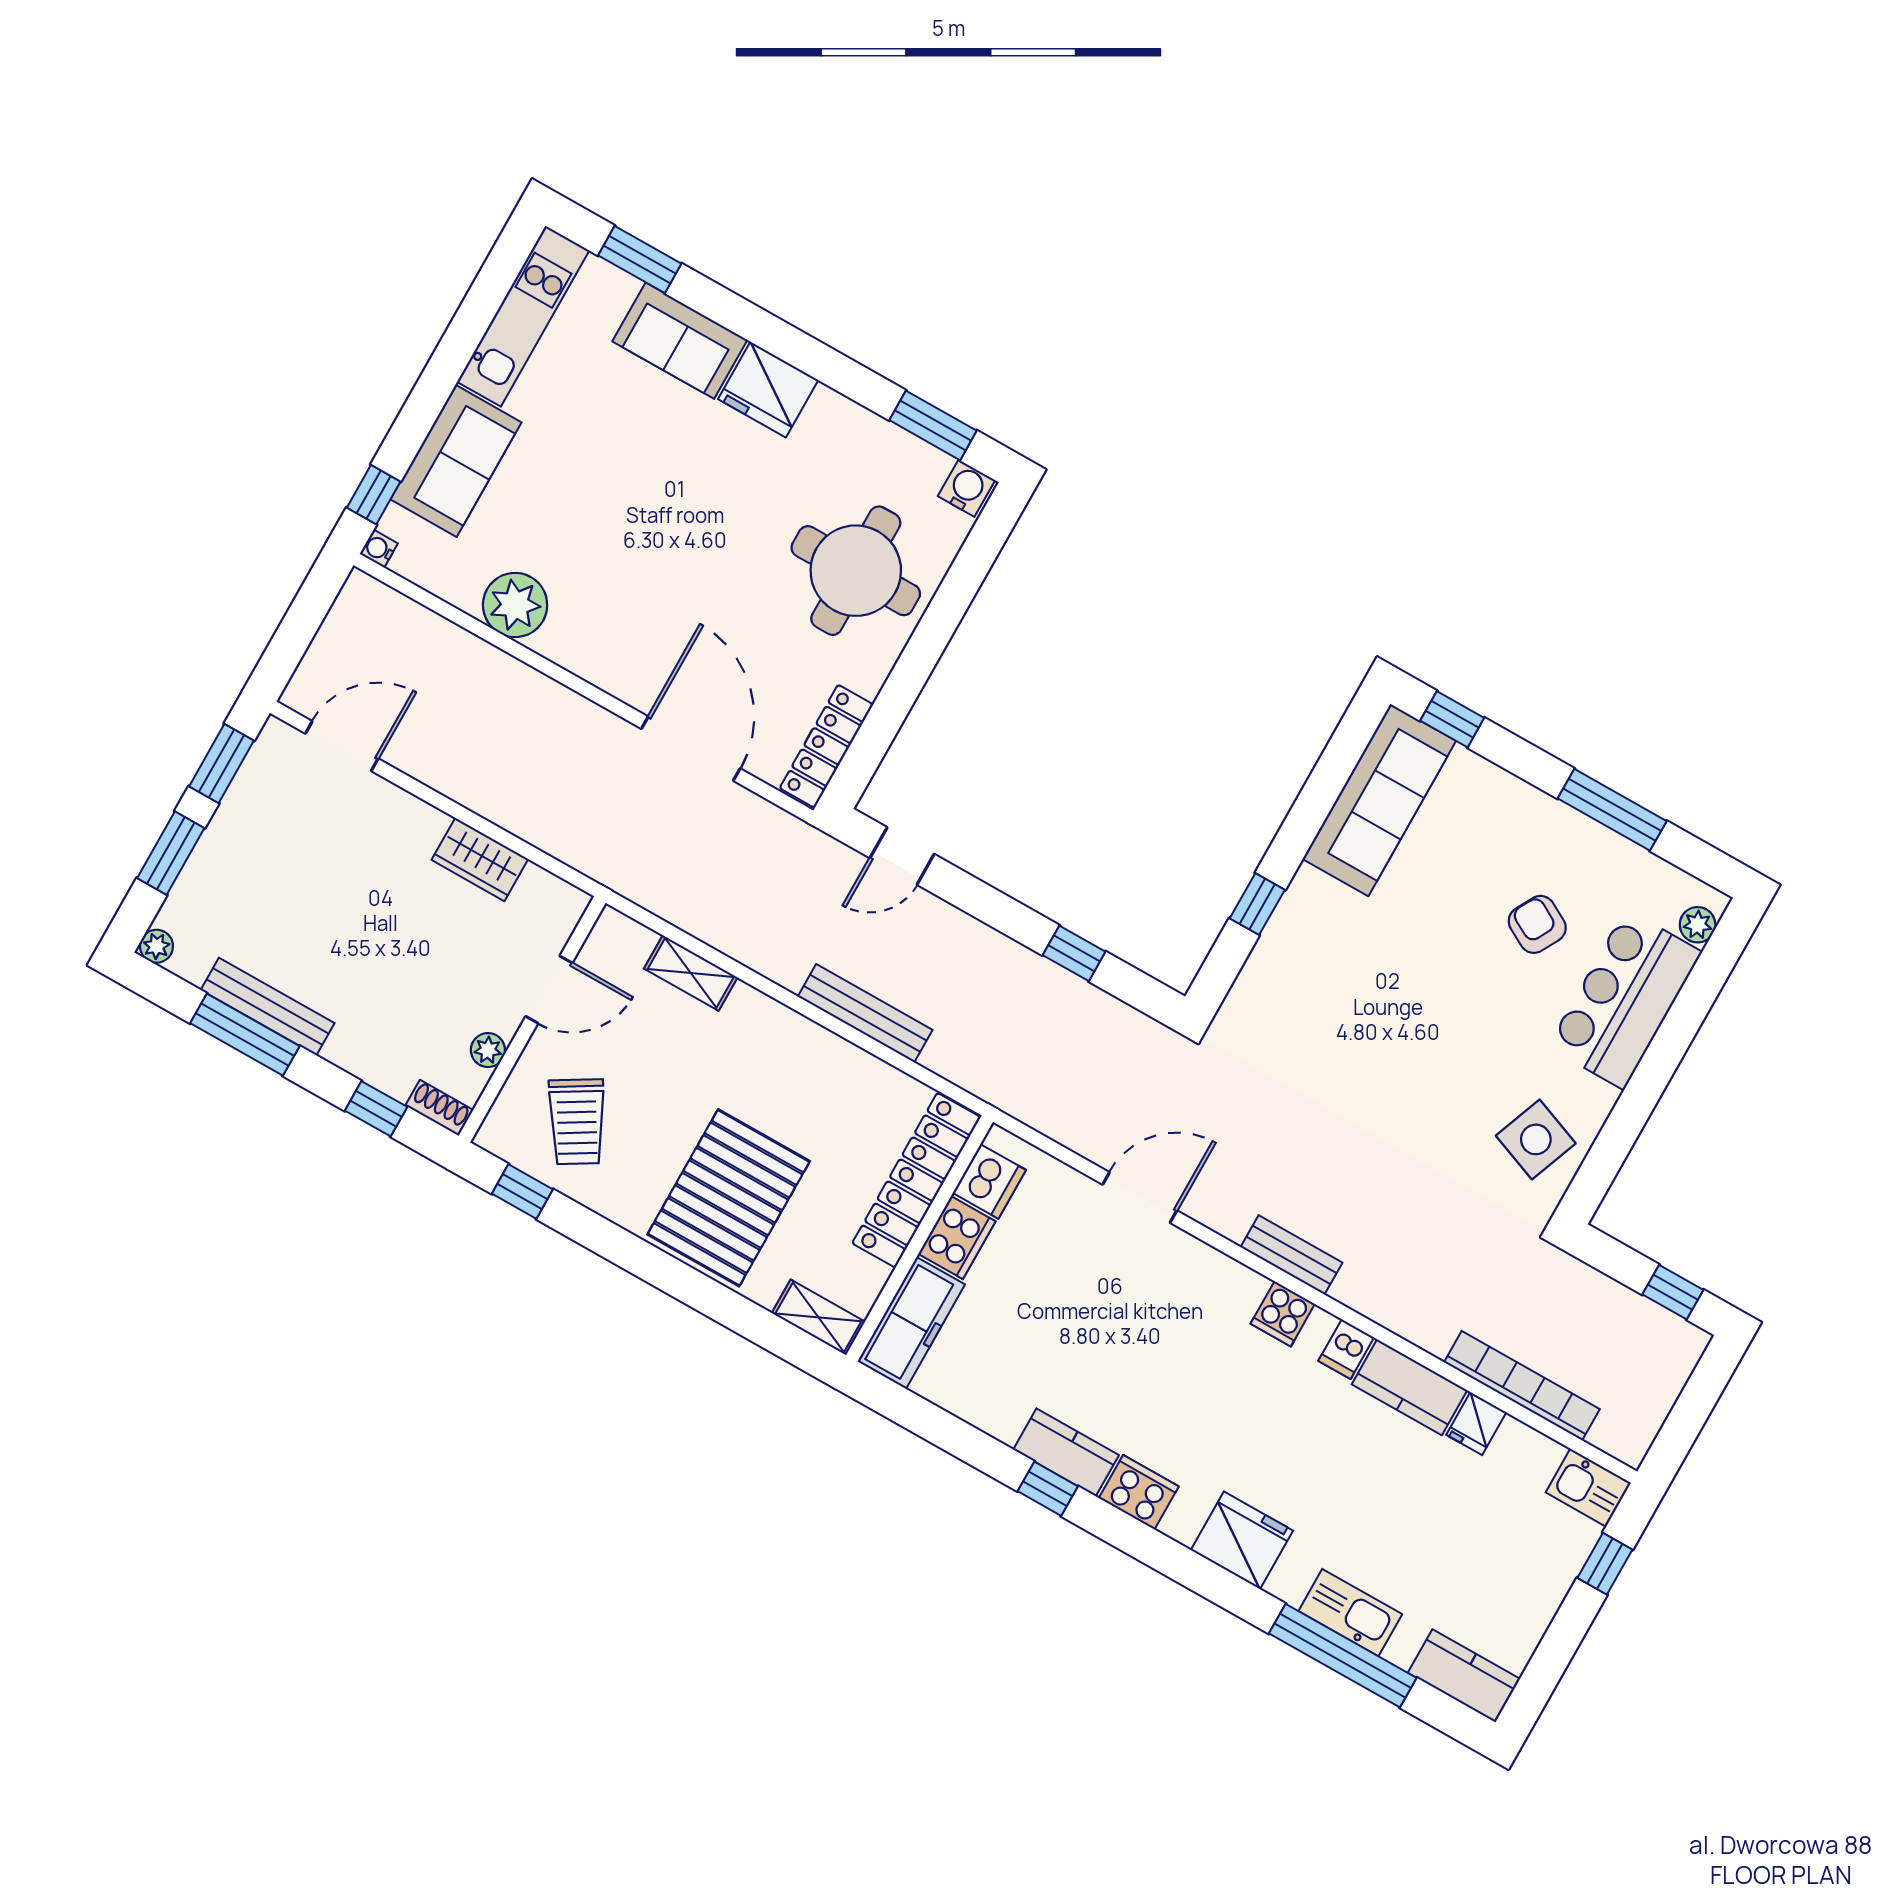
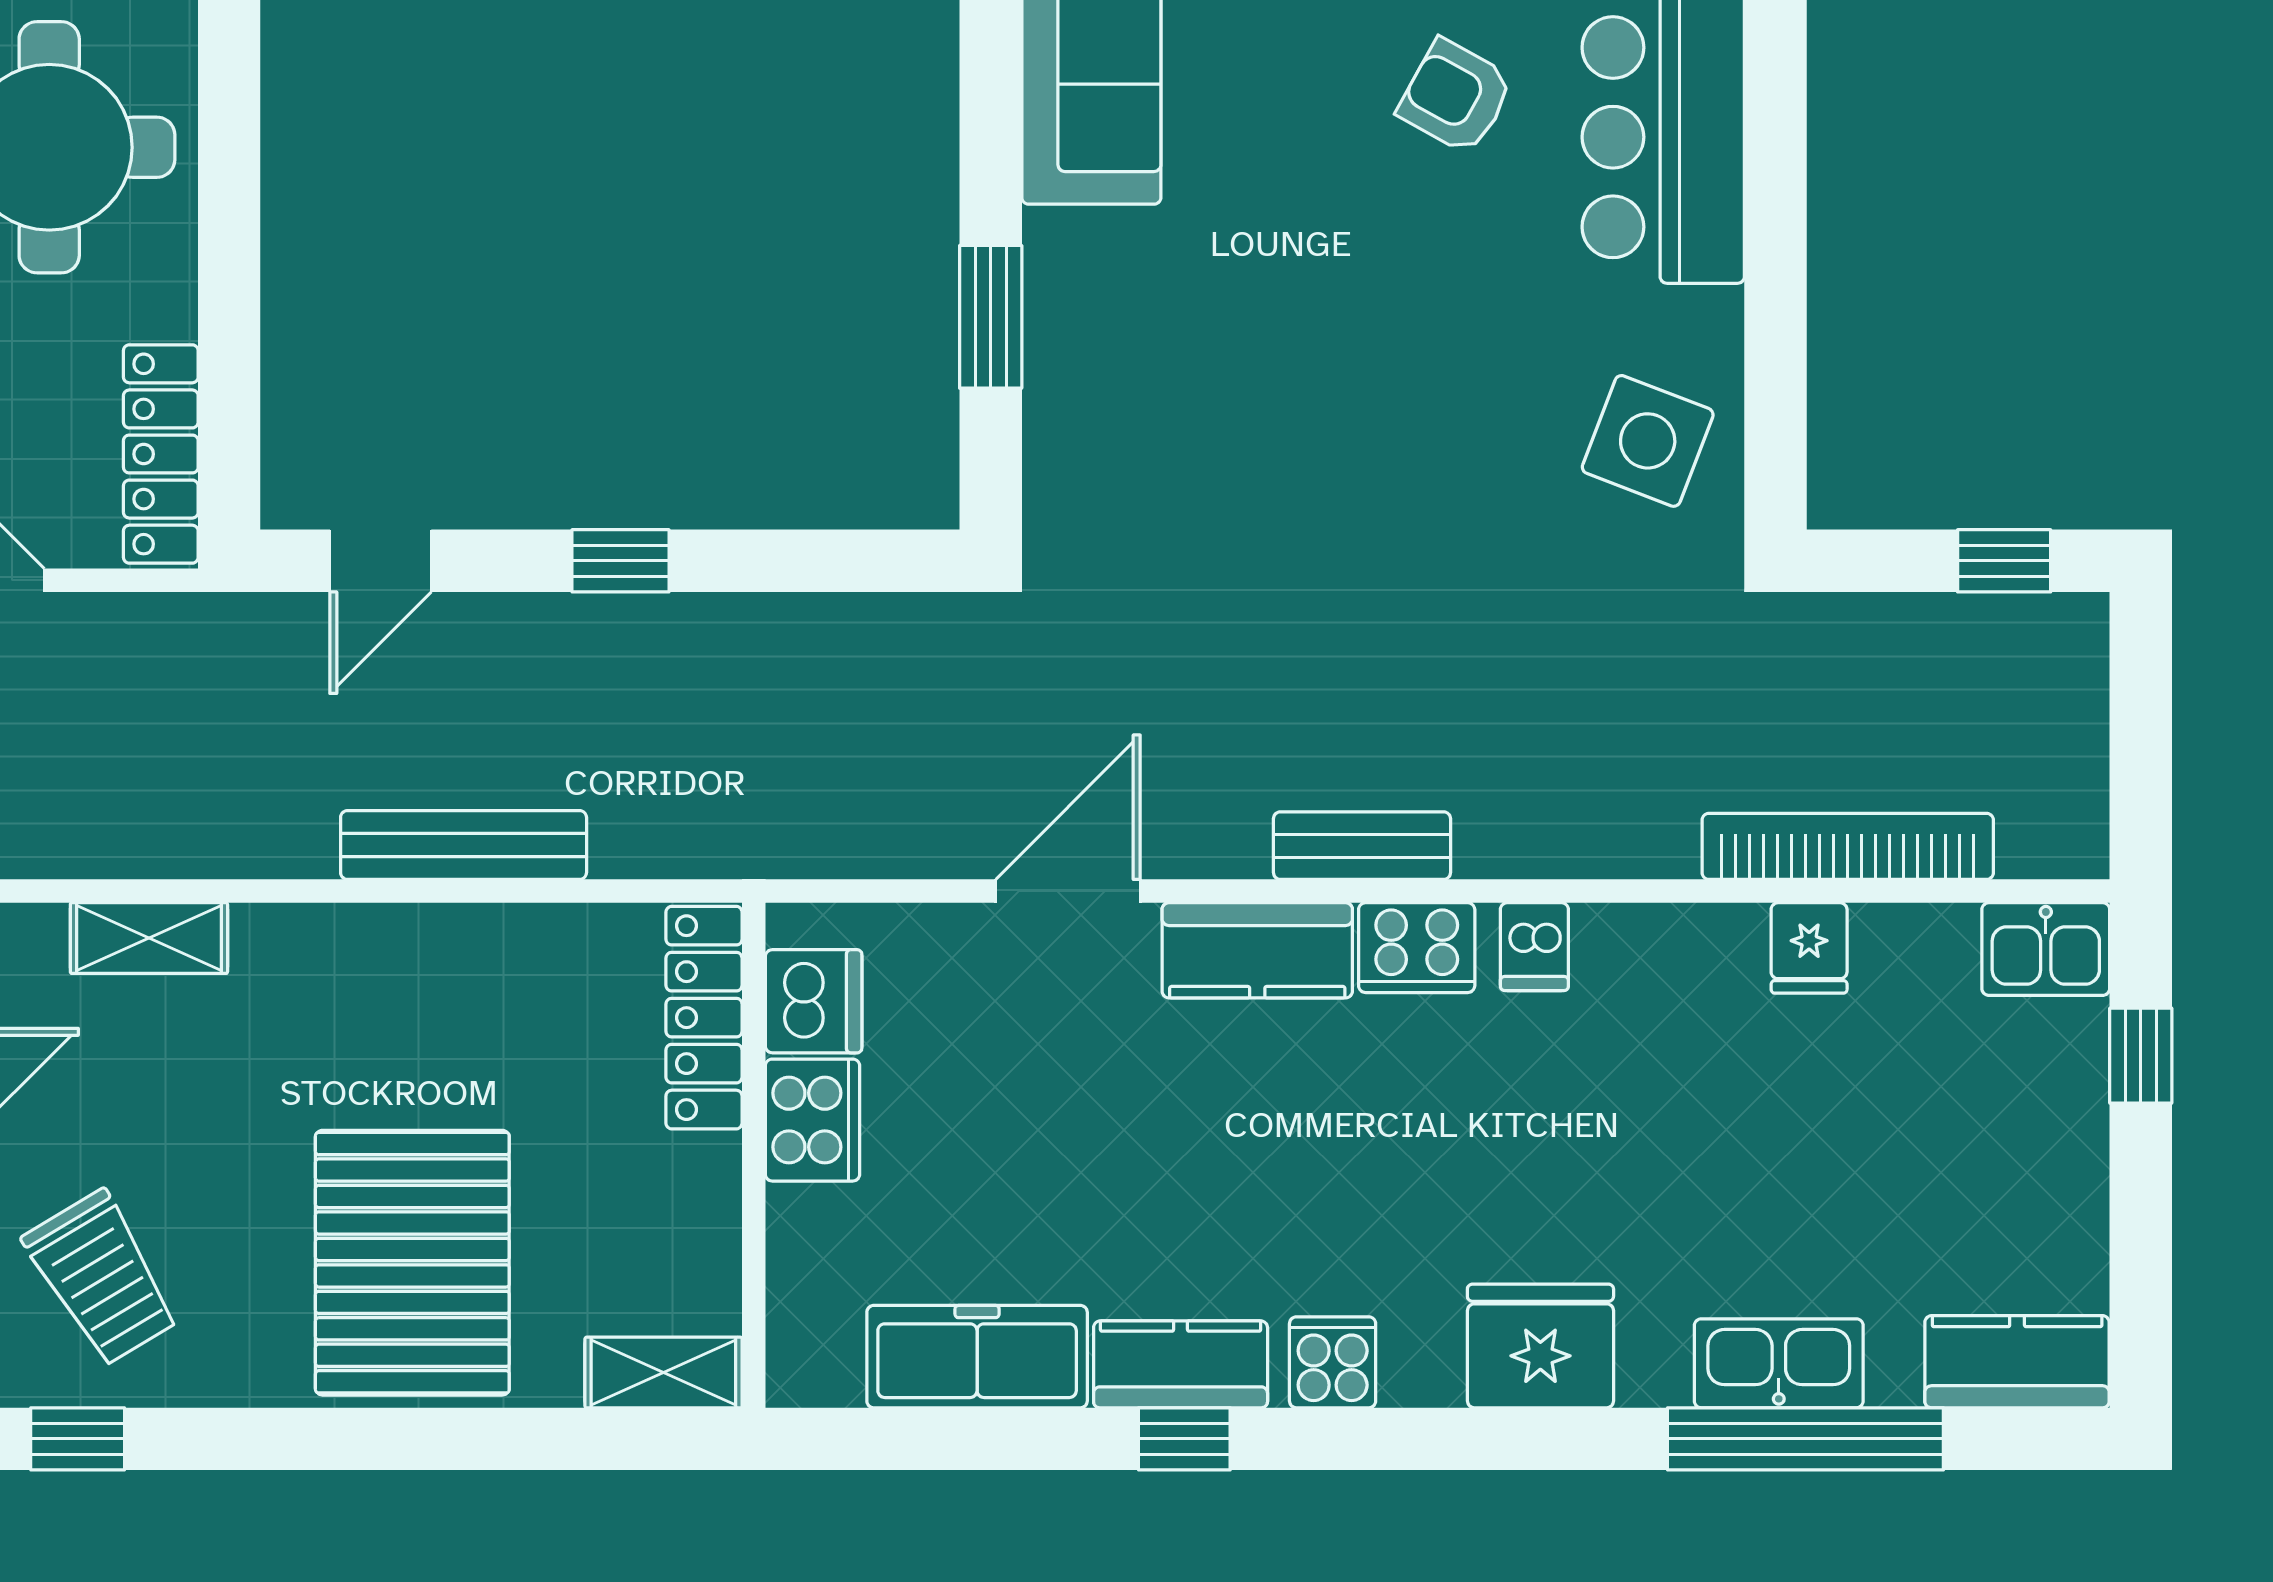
window: (1257, 904) -> (991, 317), width x1.50
window: (1074, 953) -> (621, 561), moved
locker: (916, 1180) -> (704, 1018), width x0.71, depth x0.83
cooker: (1283, 1314) -> (1417, 948), width x1.36
freezer: (911, 1323) -> (977, 1357), moved, turned -90
kitchen counter: (1409, 1387) -> (1257, 950), moved
cooker: (1139, 1492) -> (1333, 1362), width x0.73

